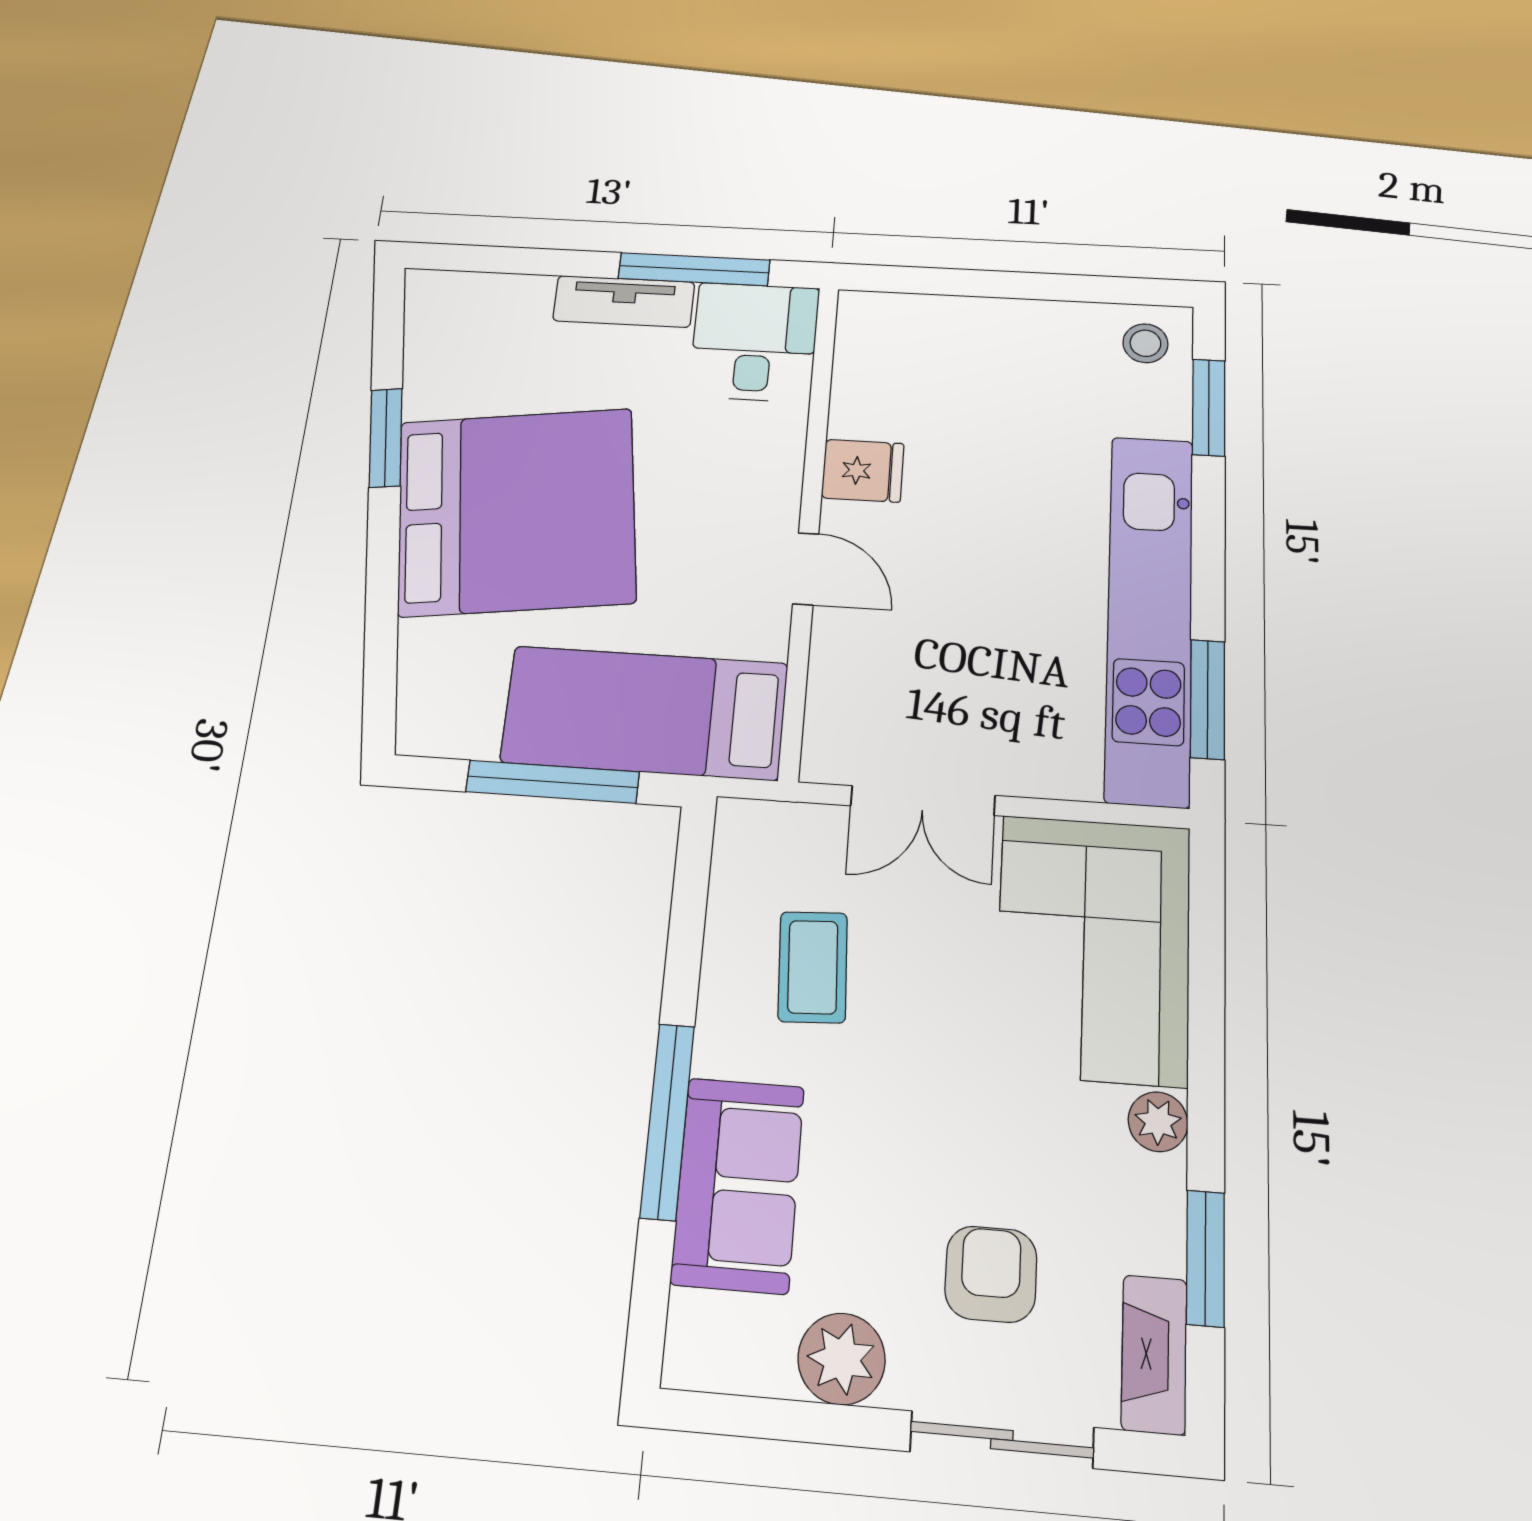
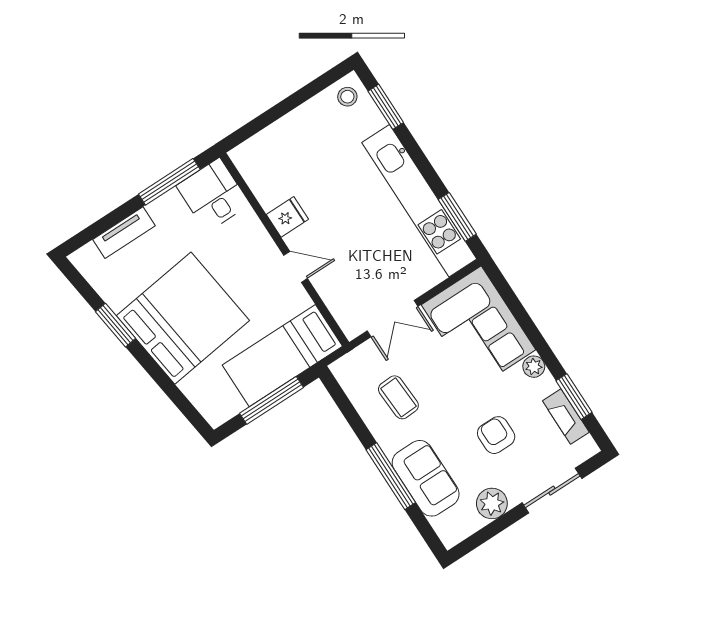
tv unit: (624, 301) -> (124, 233), moved
armchair: (991, 1274) -> (496, 435), moved
fireplace: (1154, 1354) -> (566, 417), moved

